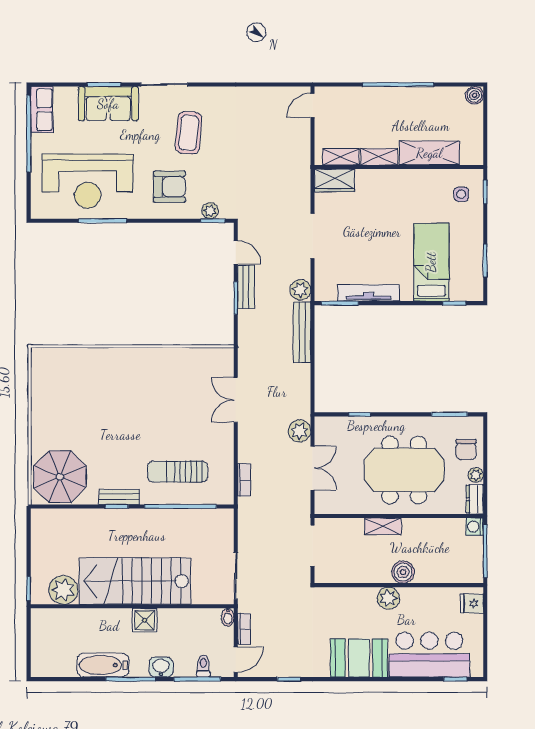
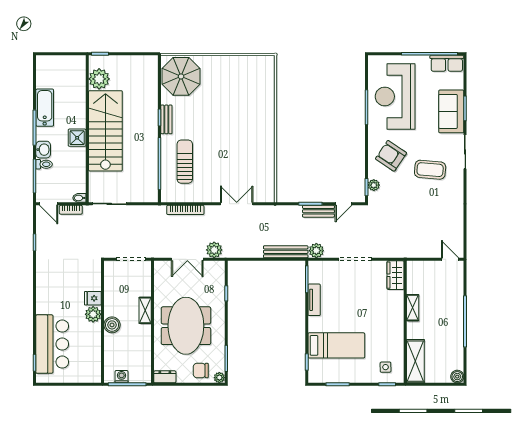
shelving: (429, 153) -> (415, 361), moved
shelving: (341, 157) -> (413, 280), removed
armchair: (170, 187) -> (391, 156), turned 124
tv unit: (368, 293) -> (314, 300), width x0.71
plant: (476, 475) -> (219, 378), moved
bookcase: (244, 480) -> (185, 210), width x1.56
washing machine: (475, 527) -> (122, 377), moved
fridge: (472, 604) -> (93, 298), moved, turned -90
booth: (359, 658) -> (50, 293), removed
toilet: (203, 666) -> (44, 164), moved

